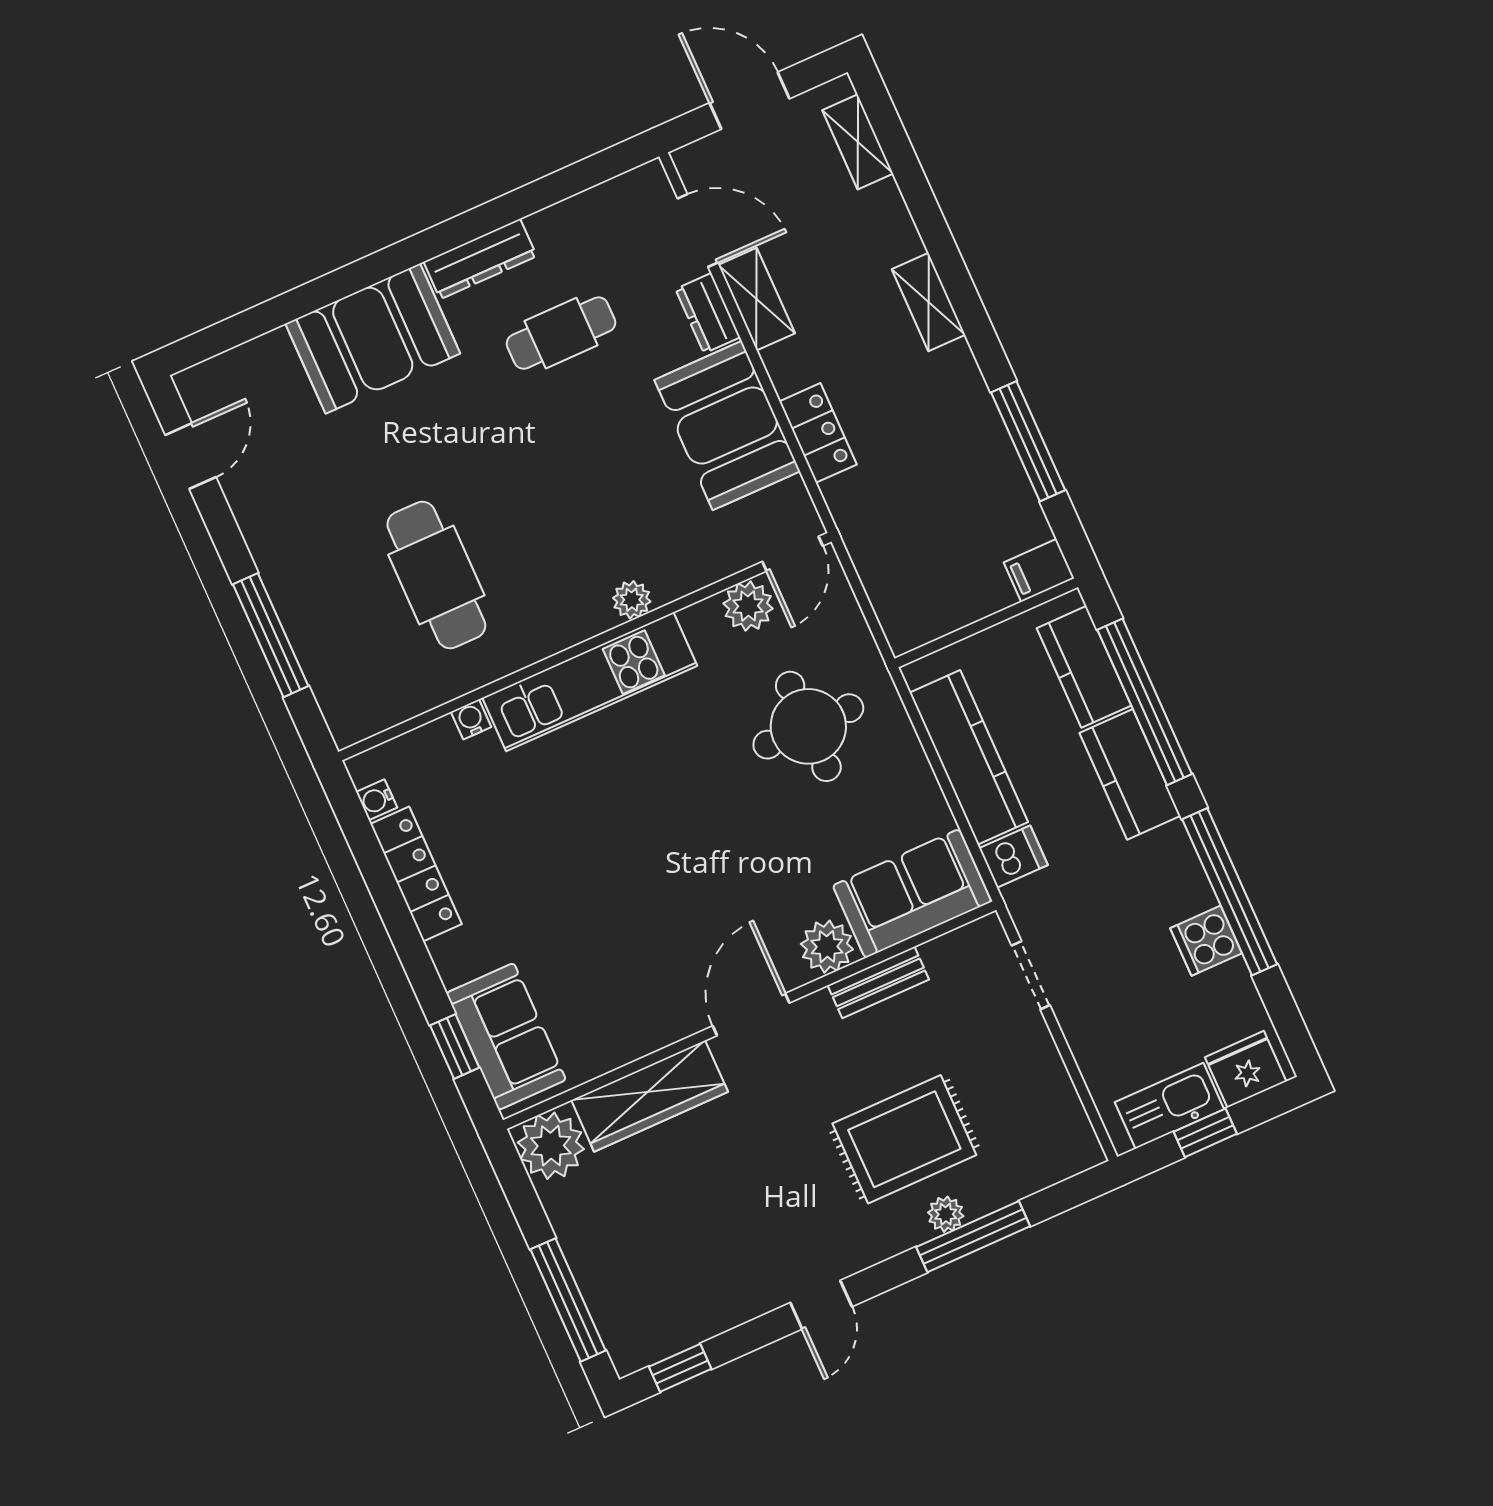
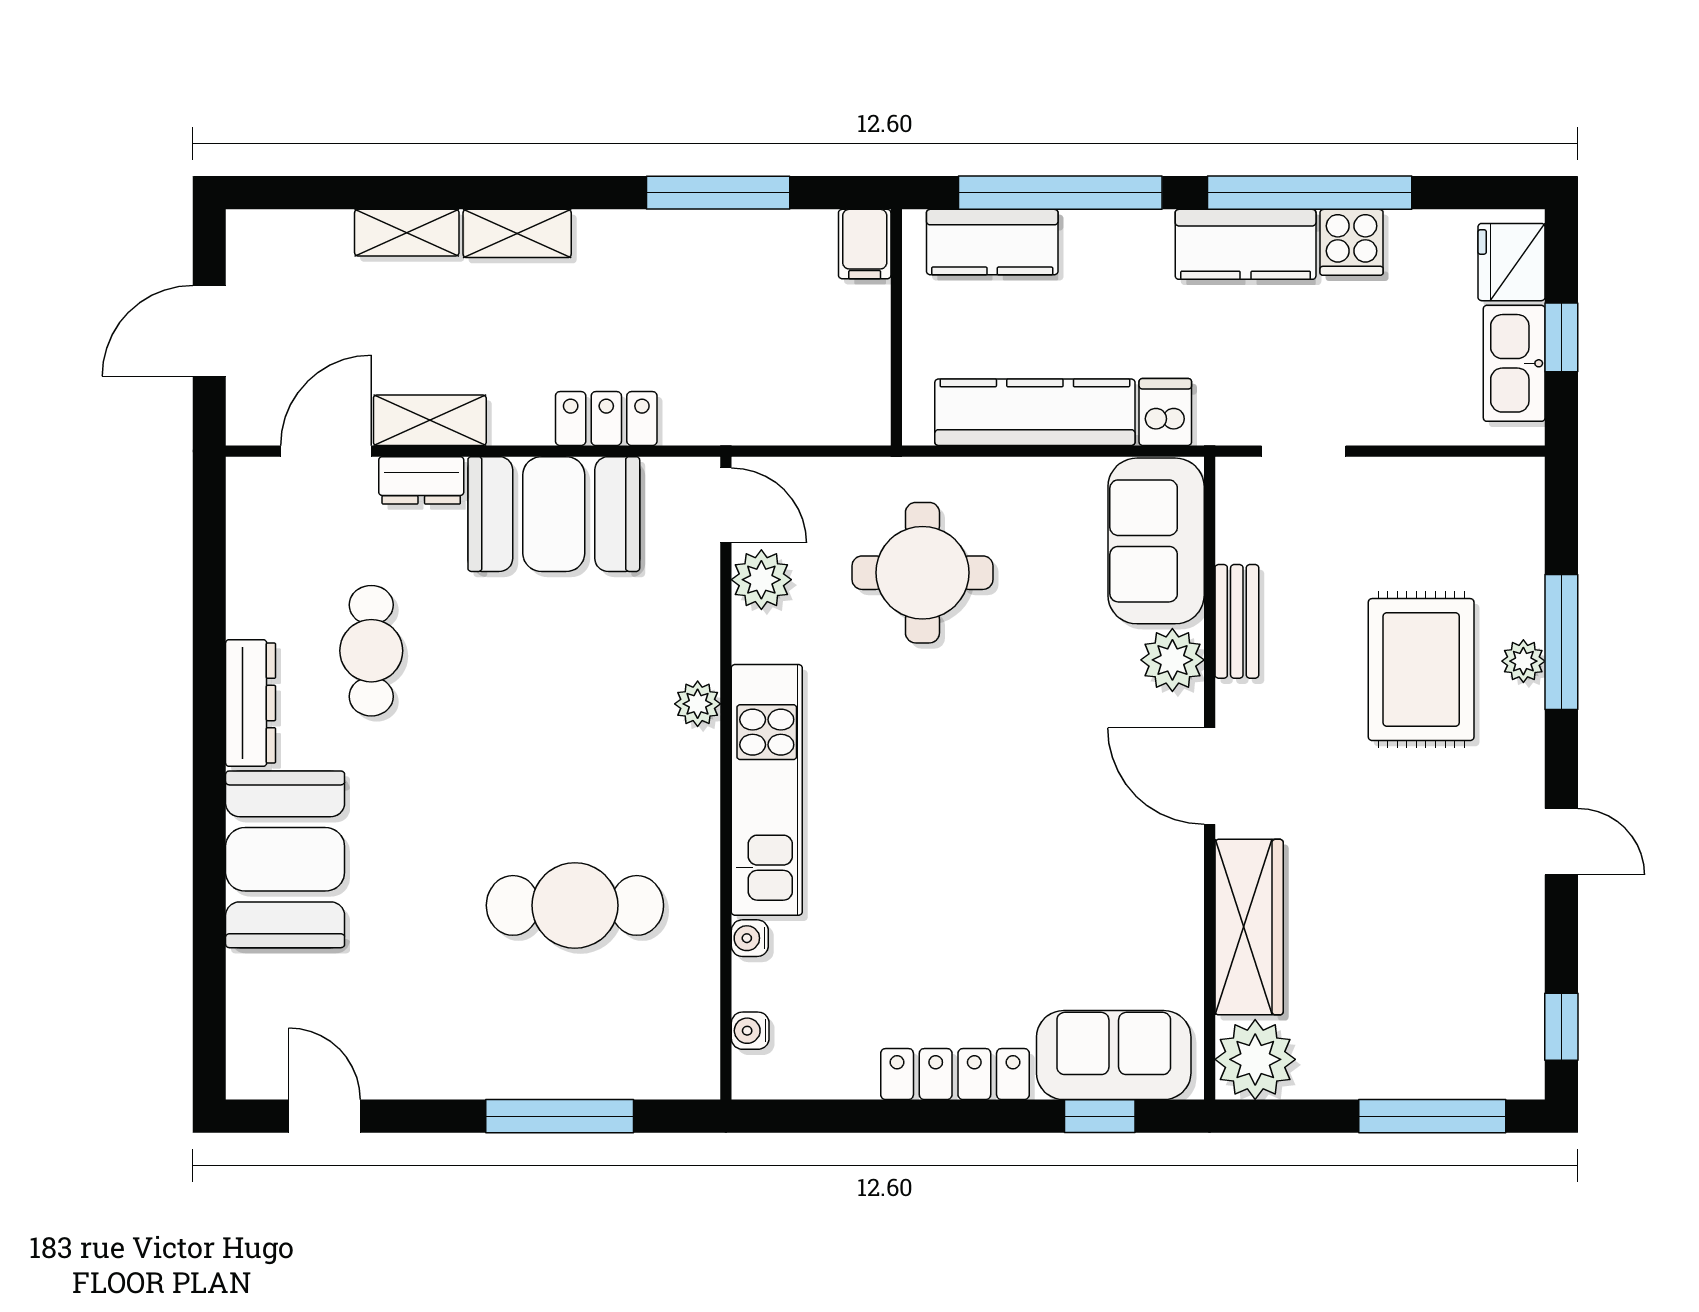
shelving: (858, 142) -> (407, 233), moved
kitchen counter: (1130, 774) -> (1246, 244), moved
water cooler: (377, 800) -> (750, 1031), moved, turned 90
locker: (416, 874) -> (955, 1074), moved

